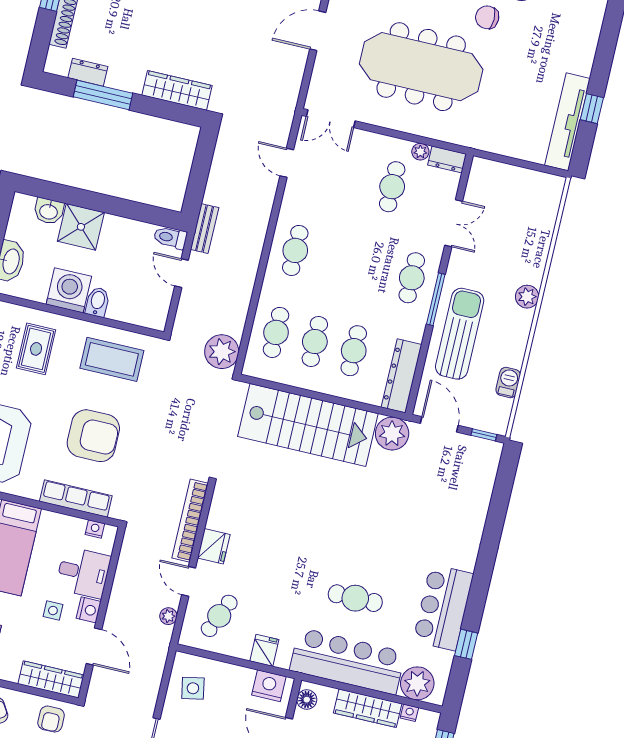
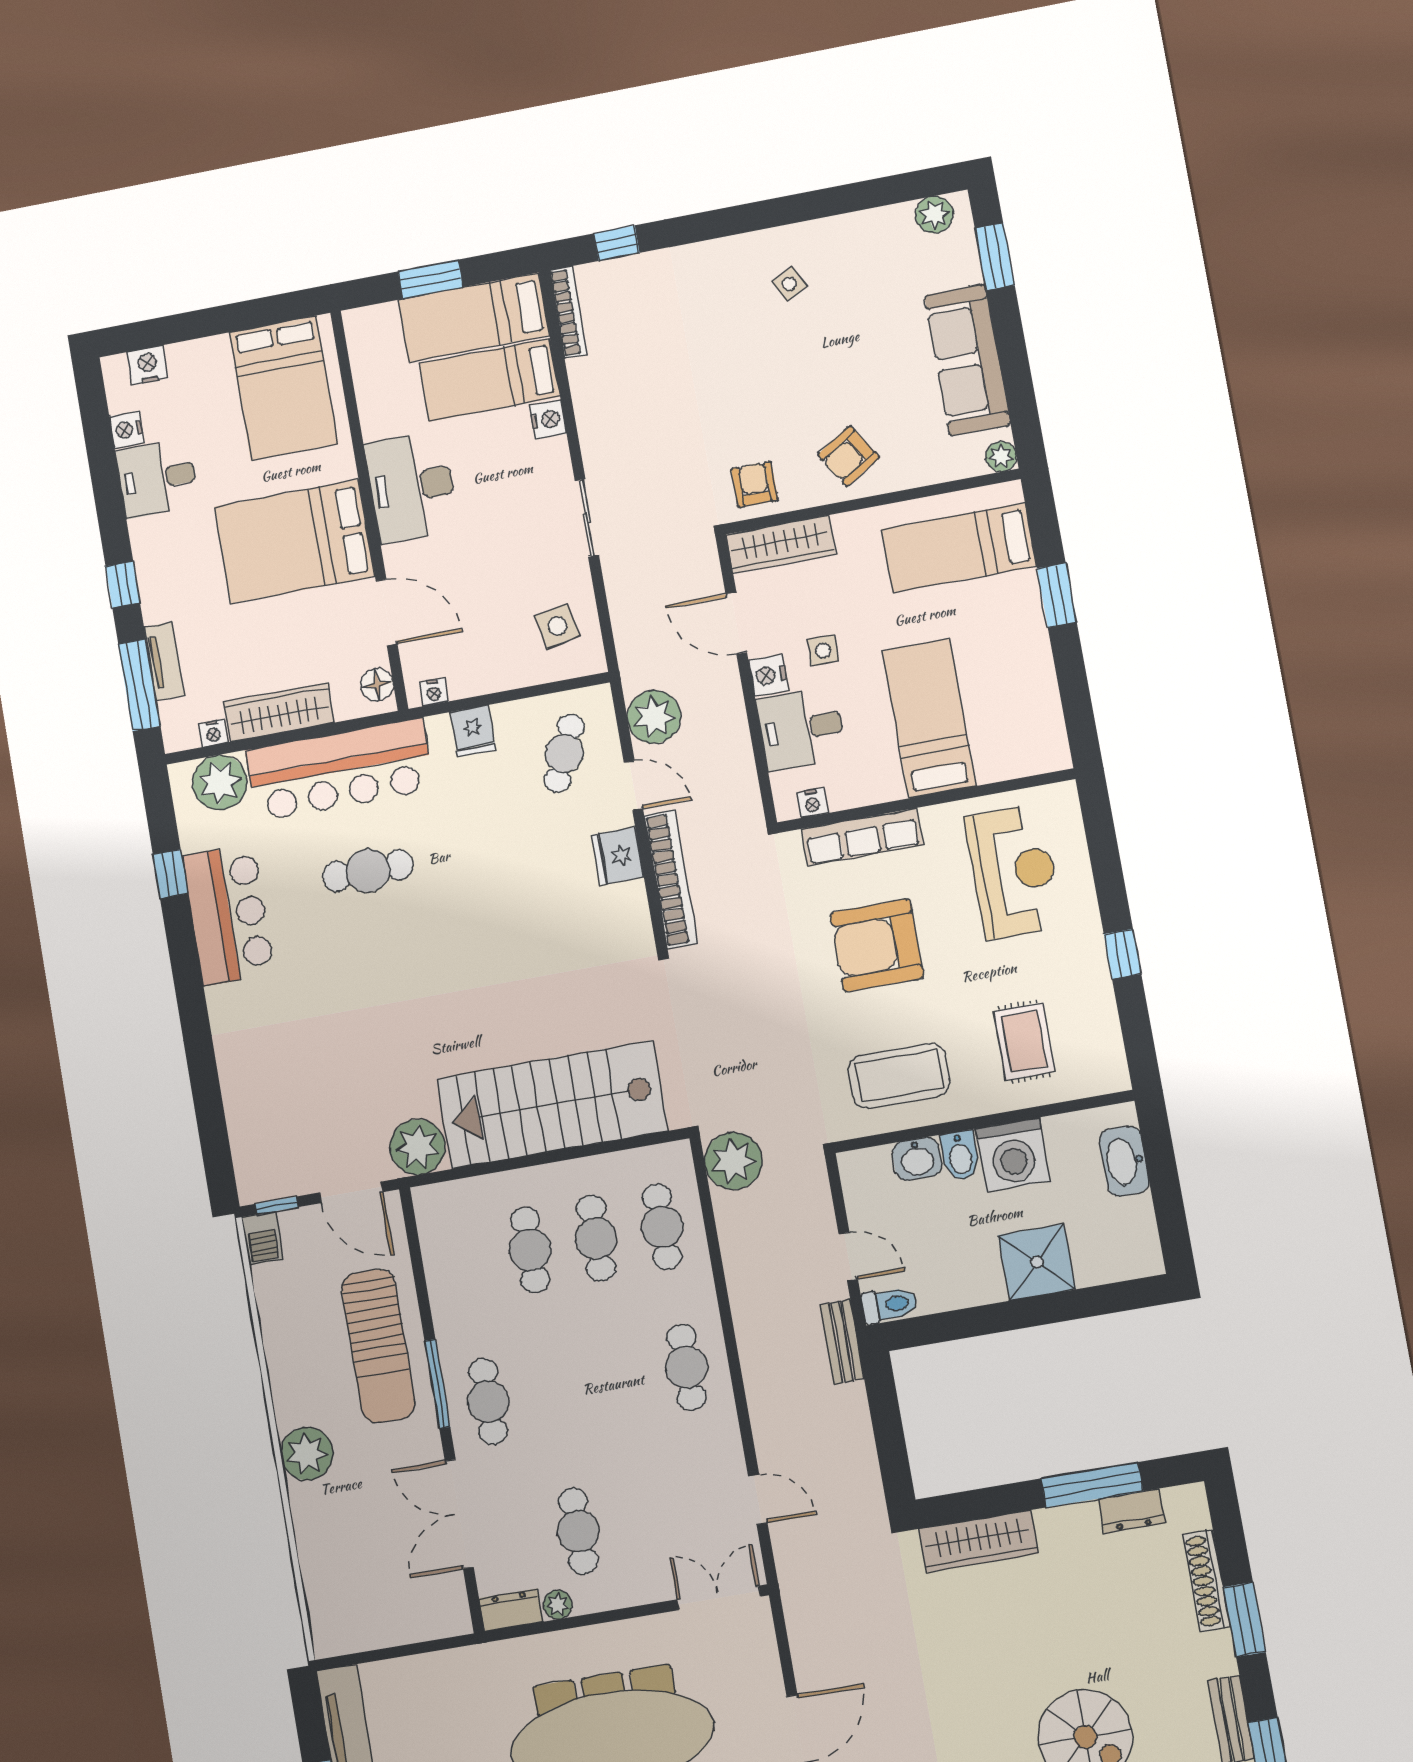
washbasin: (49, 211) -> (917, 1159), moved, turned 180
double door: (454, 223) -> (459, 1514), width x1.37
plant: (527, 297) -> (307, 1454), width x1.36, depth x1.36
dresser: (401, 376) -> (440, 1242), removed
barbecue: (508, 383) -> (262, 1238), moved
plant: (168, 616) -> (654, 717), width x1.88, depth x1.88
nightstand: (269, 686) -> (434, 692), width x0.53, depth x0.56

